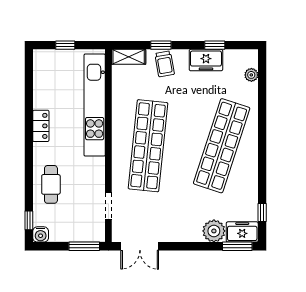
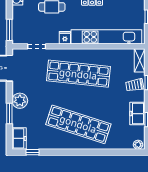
plant: (251, 75) -> (138, 145), moved
fridge: (96, 165) -> (65, 38), added
plant: (214, 231) -> (20, 101), moved
window: (237, 246) -> (9, 114), moved

